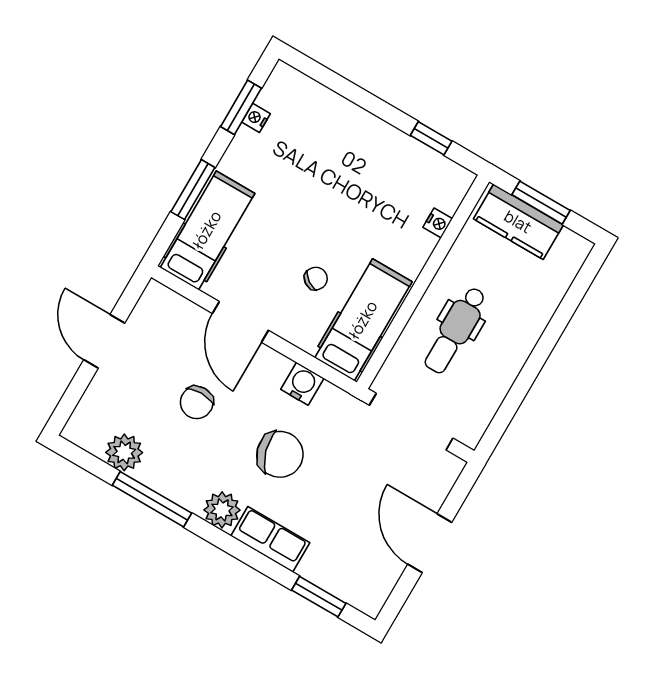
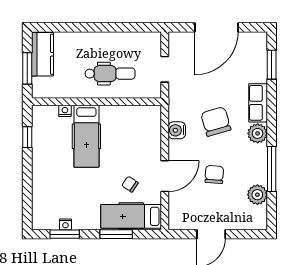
kitchen counter: (518, 222) -> (42, 54), moved
chair: (316, 279) -> (130, 184), moved
hospital bed: (363, 320) -> (86, 136), moved, turned -90
chair: (197, 402) -> (214, 174), turned -86
doorway: (411, 422) -> (165, 69), width x0.53
door: (430, 543) -> (216, 27), width x1.36

